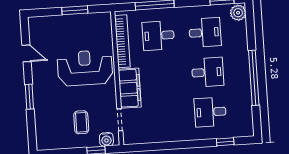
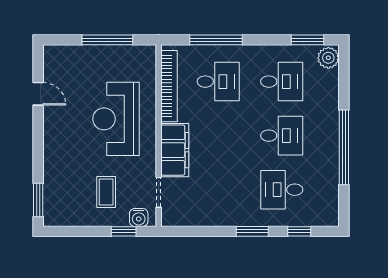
window: (75, 10) -> (107, 40), width x1.44
desk: (158, 36) -> (218, 82), turned 180
reception desk: (85, 68) -> (116, 119), turned -90
window: (29, 97) -> (38, 200), moved
window: (191, 144) -> (252, 231), added

